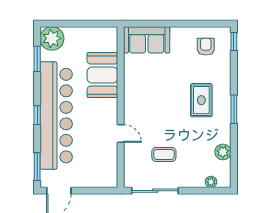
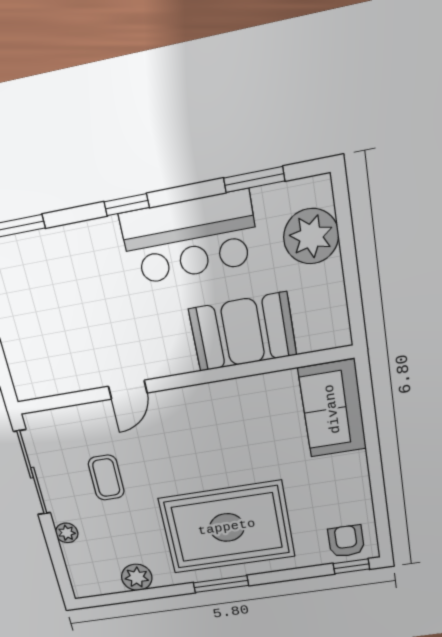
plant: (52, 38) -> (311, 236), moved
armchair: (206, 47) -> (346, 541), moved, turned -90
rug: (201, 100) -> (227, 527), width x1.86, depth x2.06
bar counter: (56, 116) -> (190, 238), width x0.54
plant: (211, 182) -> (67, 533), moved

